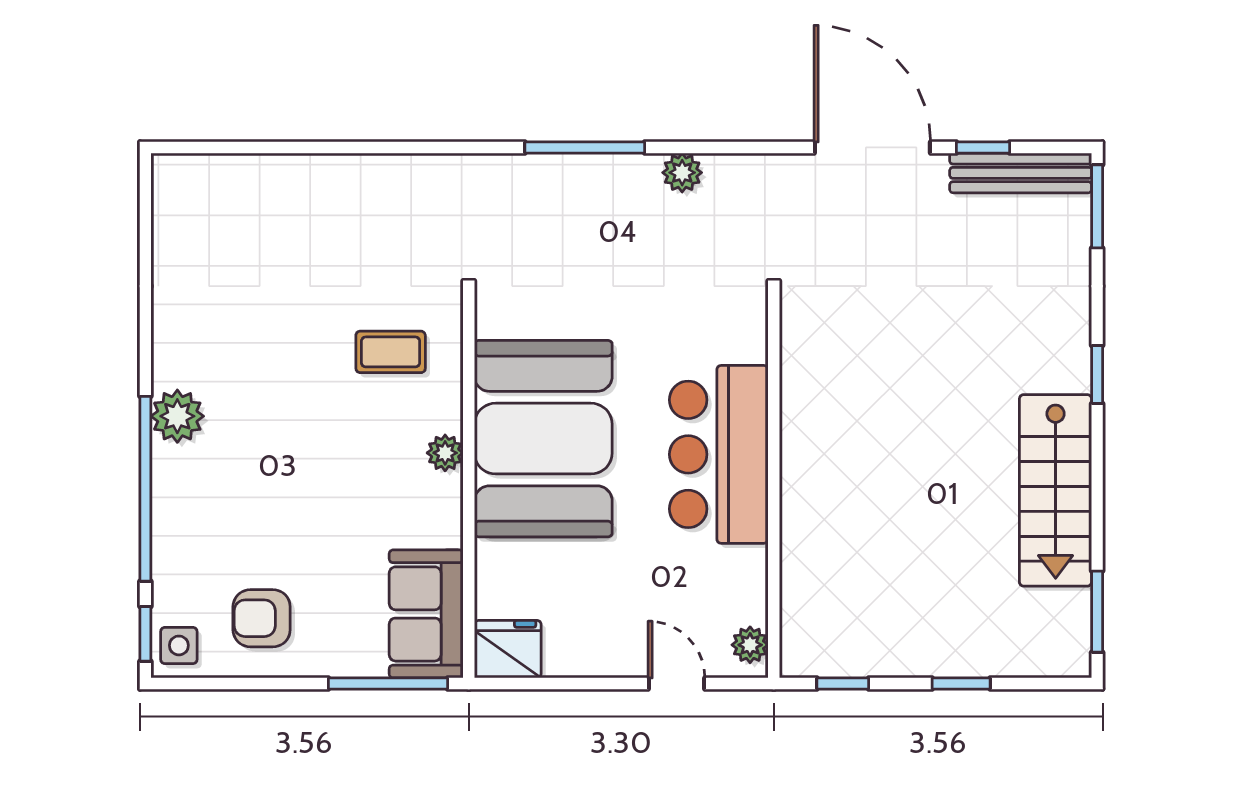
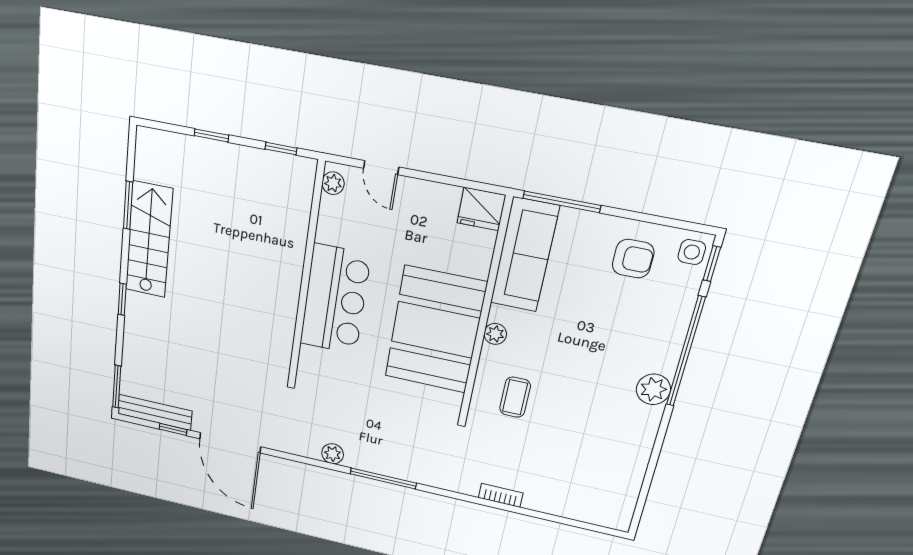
bookcase: (377, 168) -> (501, 495), added
coffee table: (391, 352) -> (515, 397), turned 90
window: (1097, 612) -> (128, 205), moved
sofa: (426, 614) -> (525, 255), width x1.36

